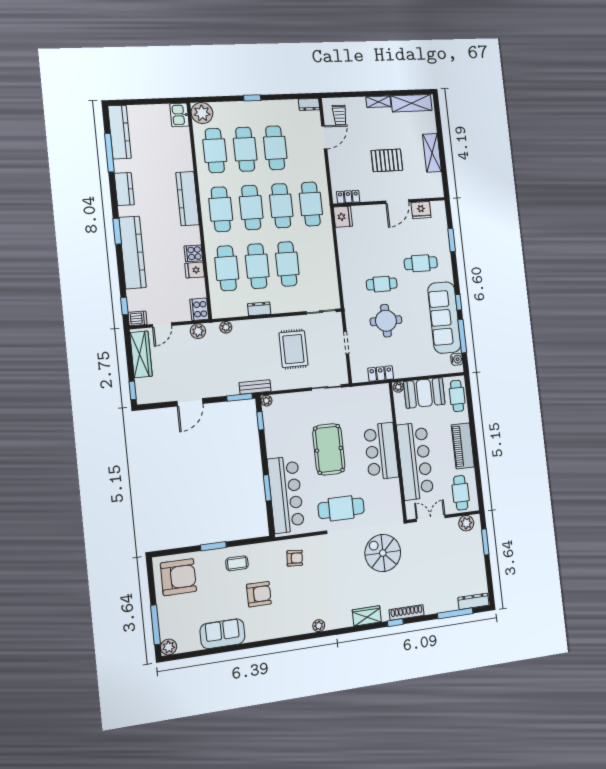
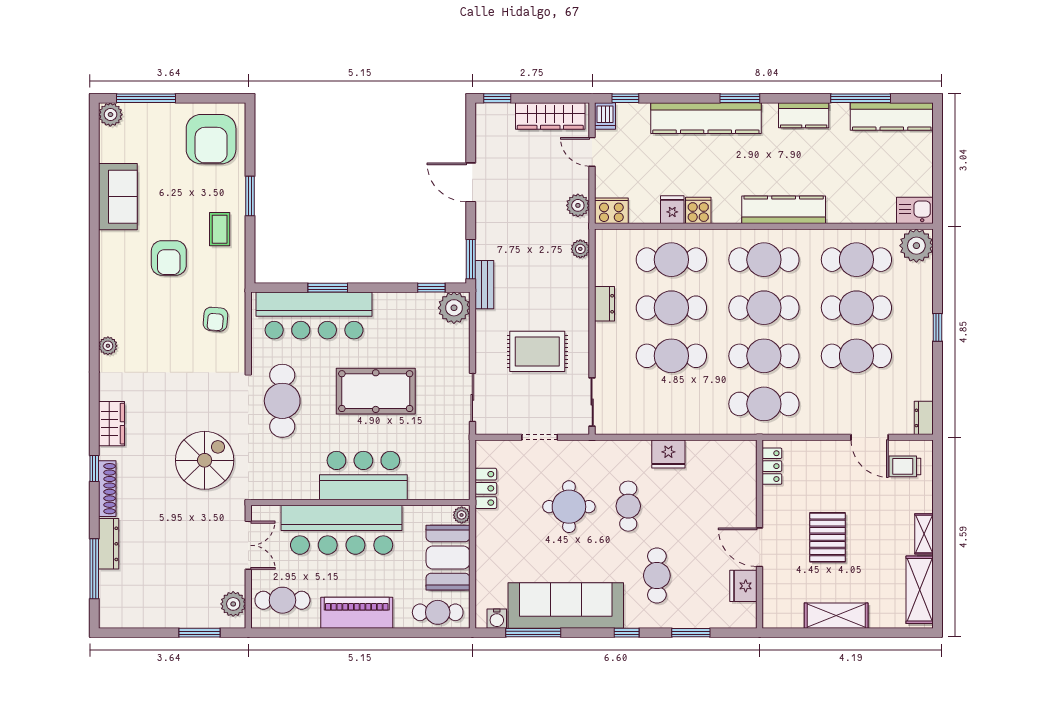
fridge: (343, 217) -> (668, 454), moved
window: (459, 302) -> (627, 633), moved
plant: (266, 401) -> (454, 308), width x1.88, depth x1.88
dresser: (473, 601) -> (109, 544), moved

